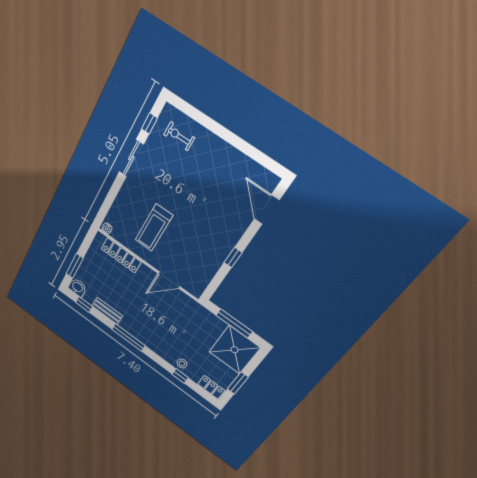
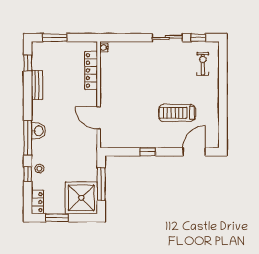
treadmill: (154, 228) -> (177, 113), moved
washbasin: (77, 287) -> (38, 131), moved
window: (128, 337) -> (28, 138), moved

